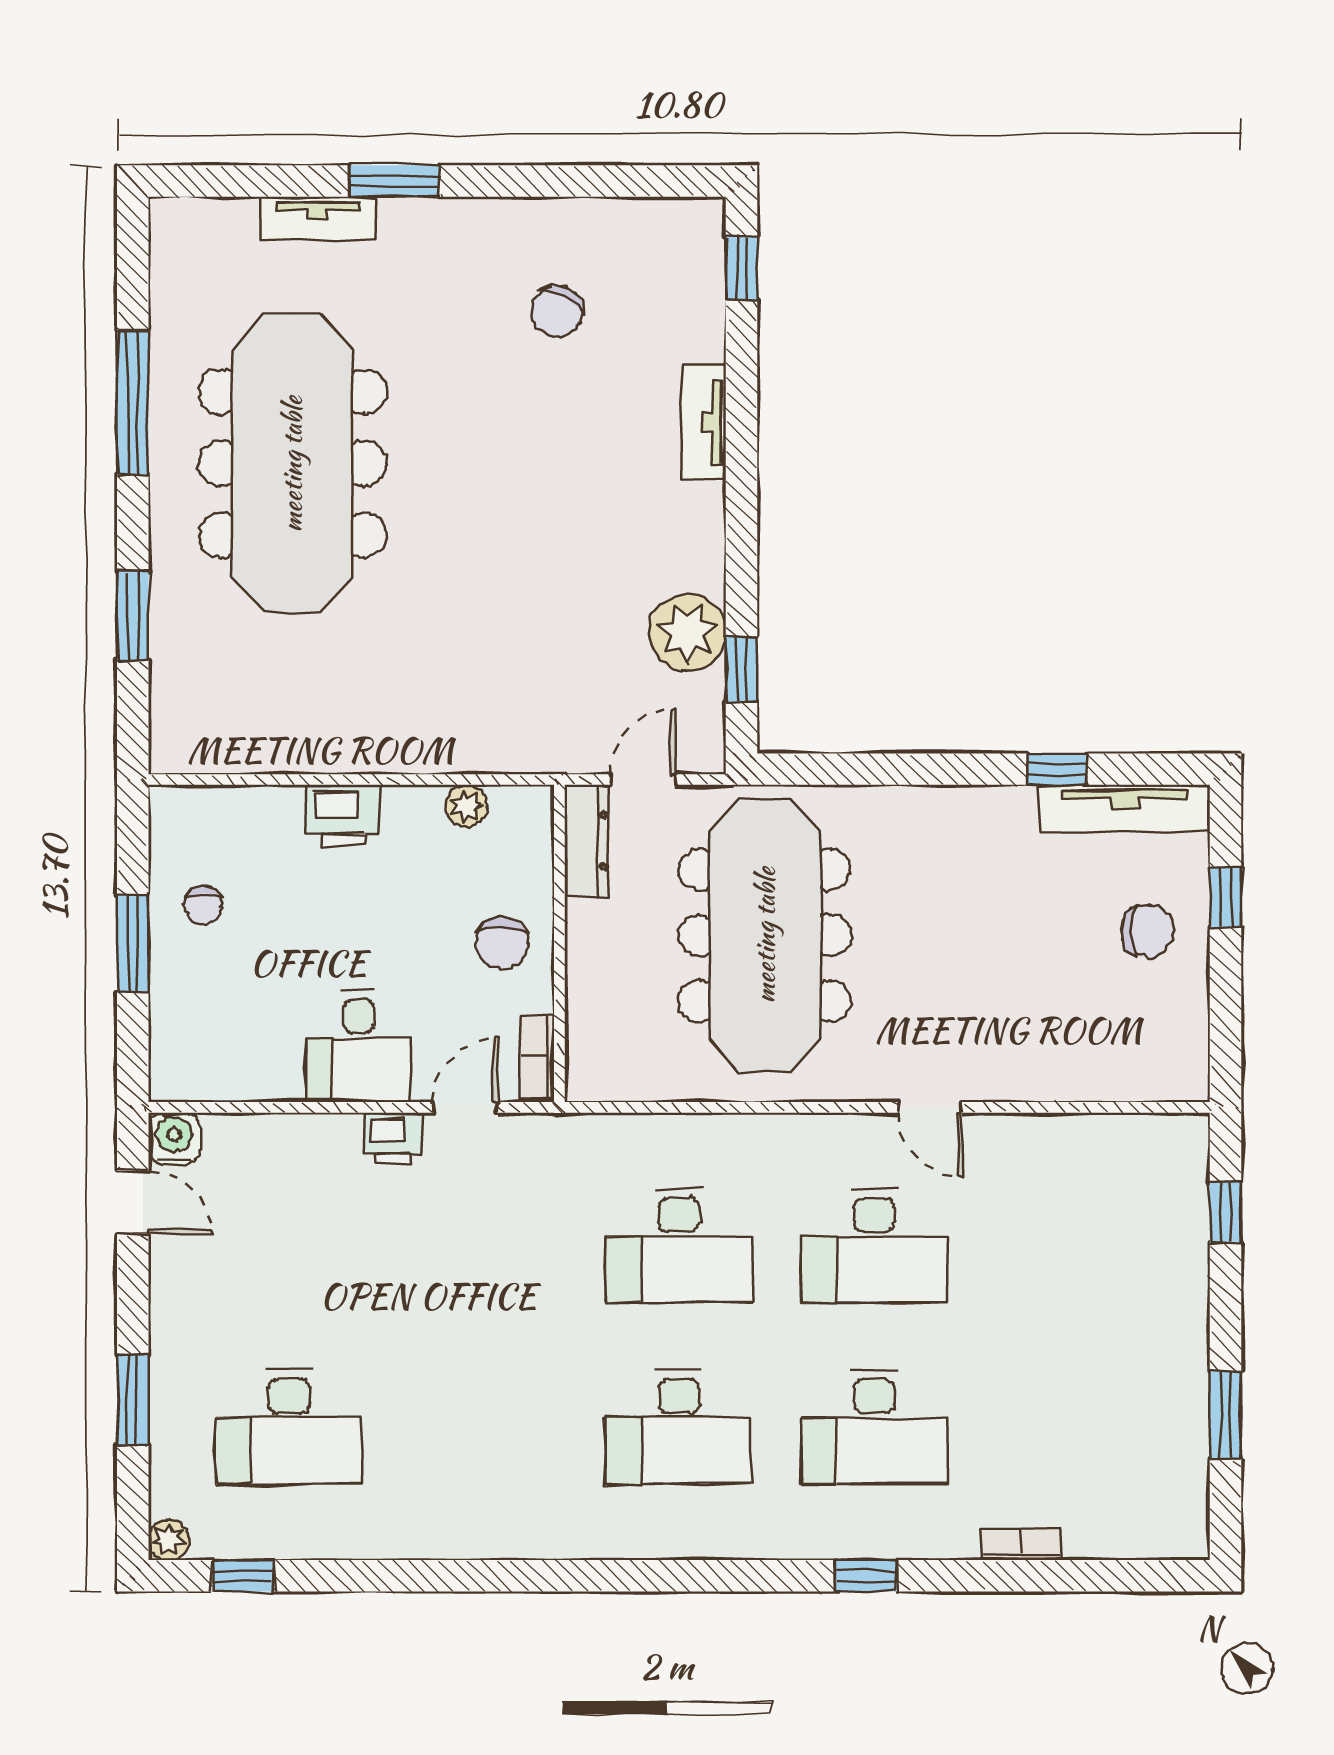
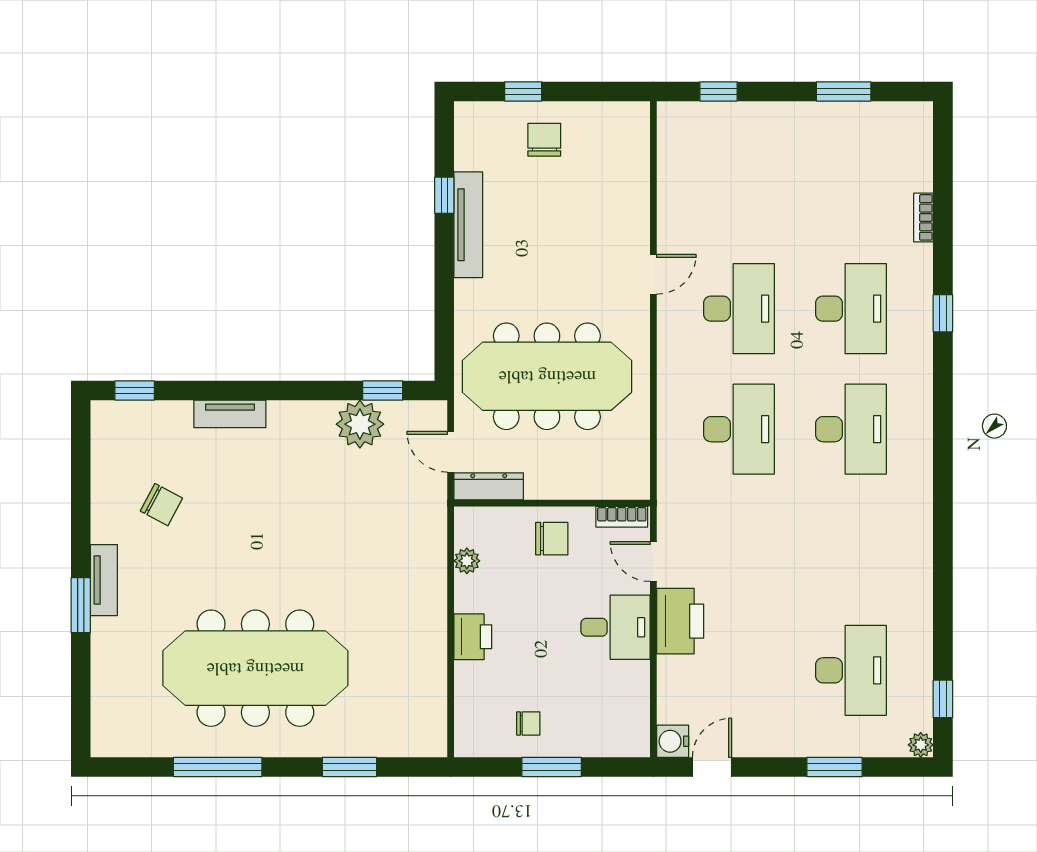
tv unit: (318, 219) -> (104, 580), moved
tv unit: (1124, 808) -> (468, 225), moved
printer: (393, 1138) -> (680, 621), width x1.87, depth x1.48

